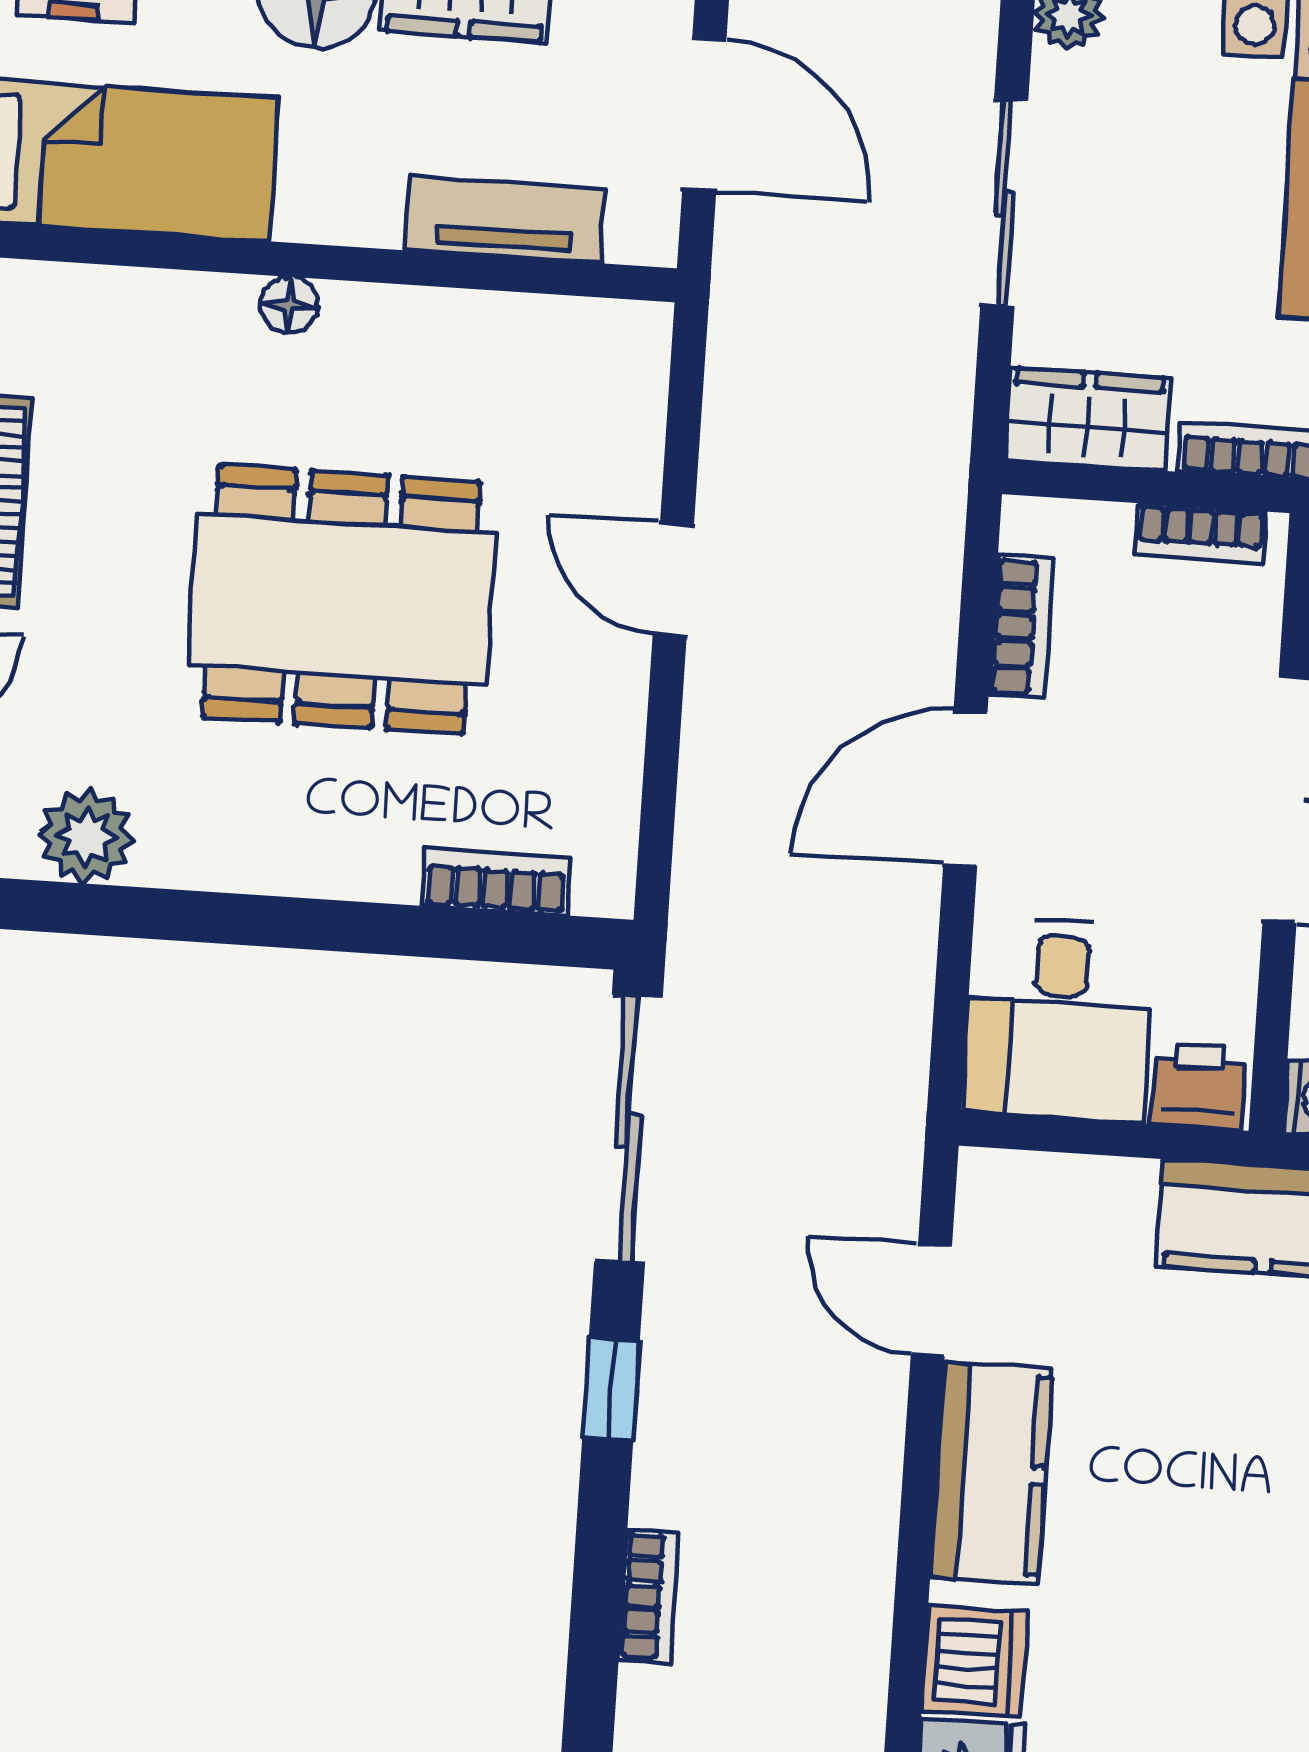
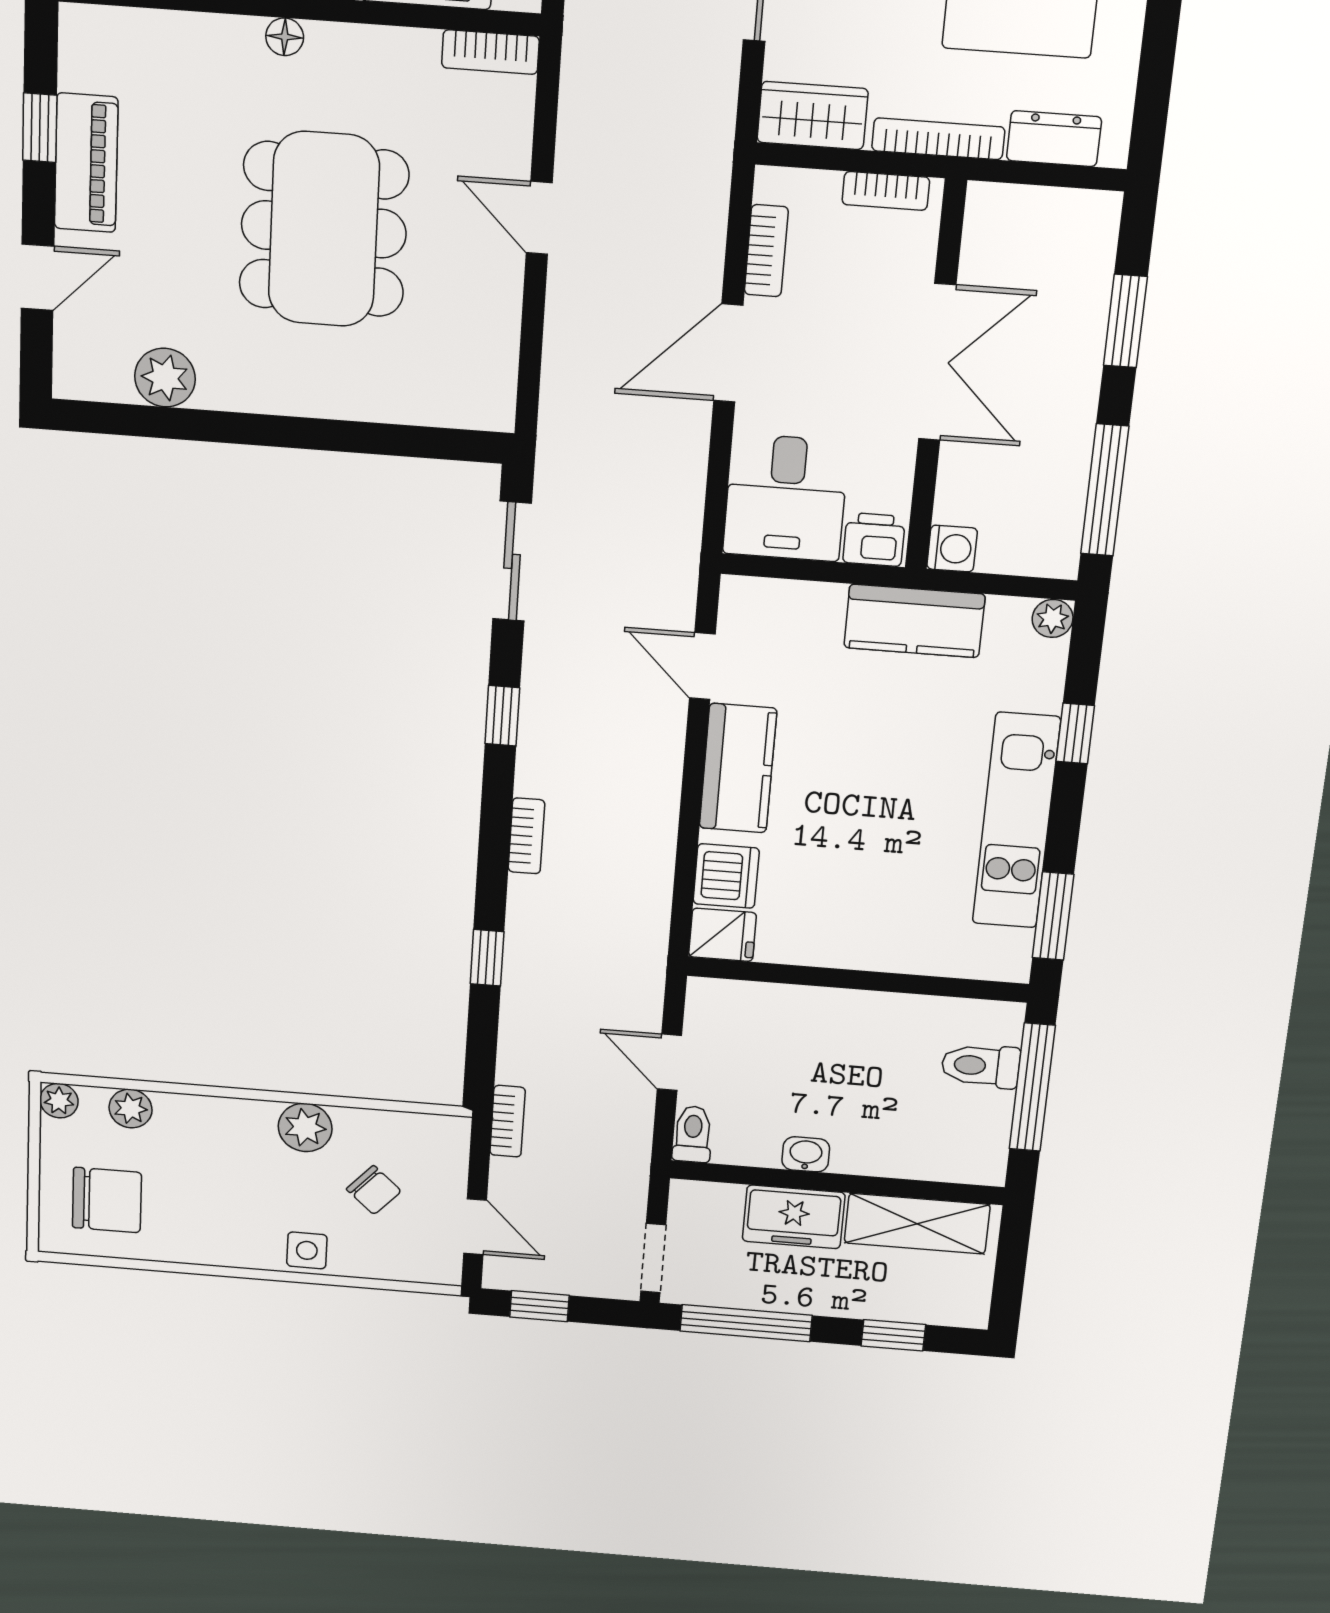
dining table: (341, 599) -> (324, 229), turned 90
bookcase: (496, 882) -> (490, 52), moved, turned 180
sliding door: (628, 1130) -> (512, 561), width x0.73

